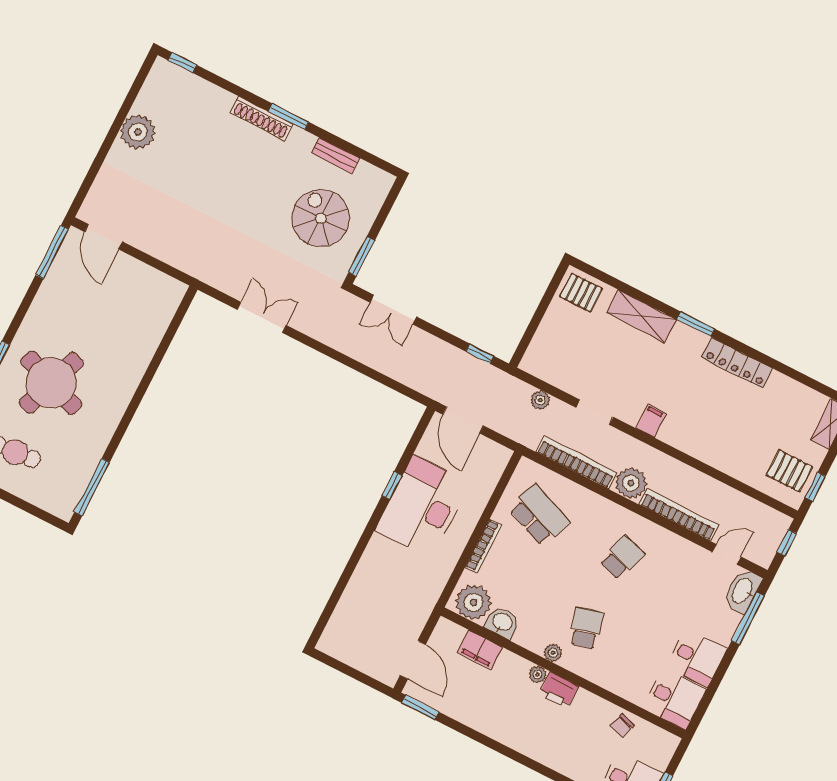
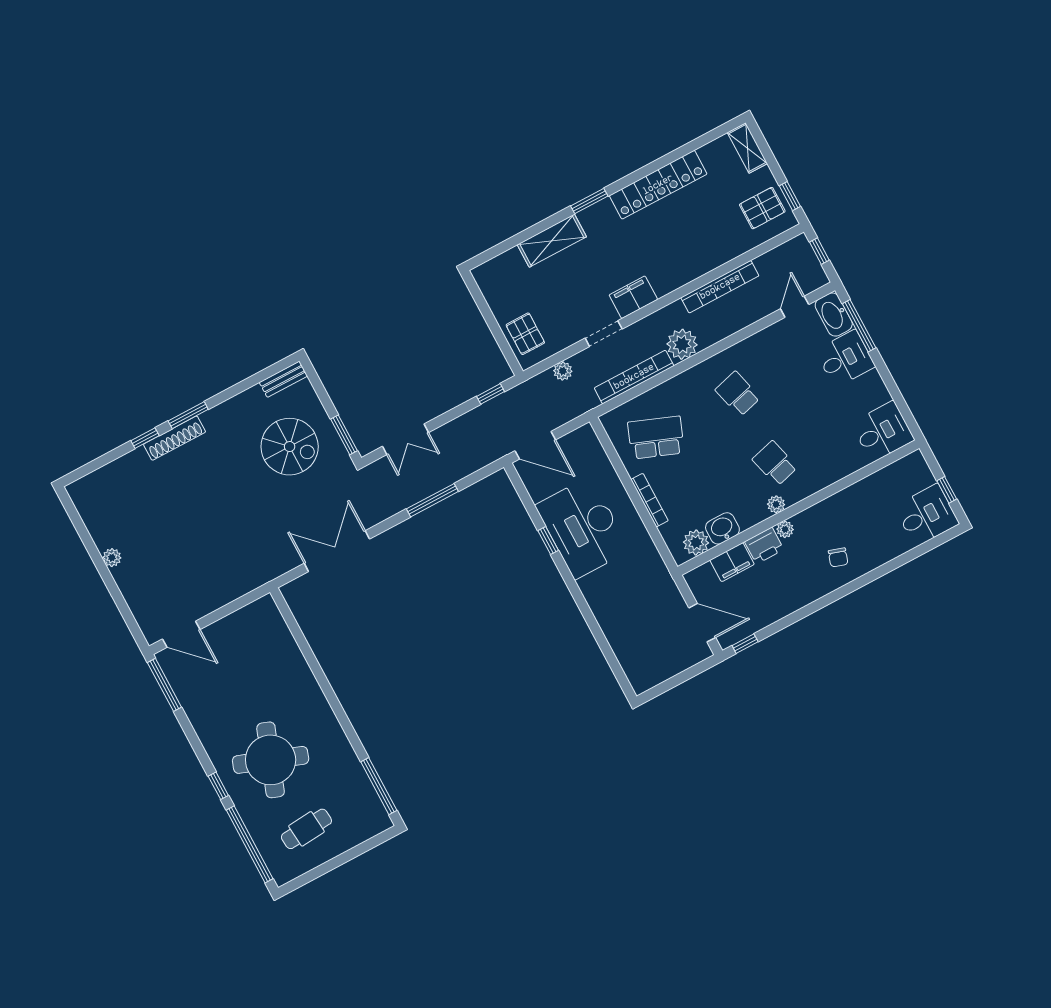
window: (182, 63) -> (145, 438), moved
plant: (138, 132) -> (112, 558), width x0.53, depth x0.53
bench: (336, 155) -> (283, 379), moved
spiral stairs: (321, 218) -> (290, 447), turned 180
pallet: (581, 293) -> (525, 334), moved, turned 90
double door: (262, 317) -> (337, 551), width x1.37
locker: (737, 363) -> (658, 185), width x1.41, depth x1.21
window: (359, 367) -> (432, 500), added
filing cabinet: (651, 421) -> (633, 297), width x2.00
bookcase: (679, 515) -> (720, 287), moved, turned 180
school desk: (622, 558) -> (738, 394), turned -33
plant: (473, 602) -> (696, 542), width x0.73, depth x0.73
desk: (697, 658) -> (845, 359), moved
printer: (559, 690) -> (764, 545), moved
window: (420, 707) -> (745, 644), width x0.67
chair: (622, 726) -> (838, 557), moved

